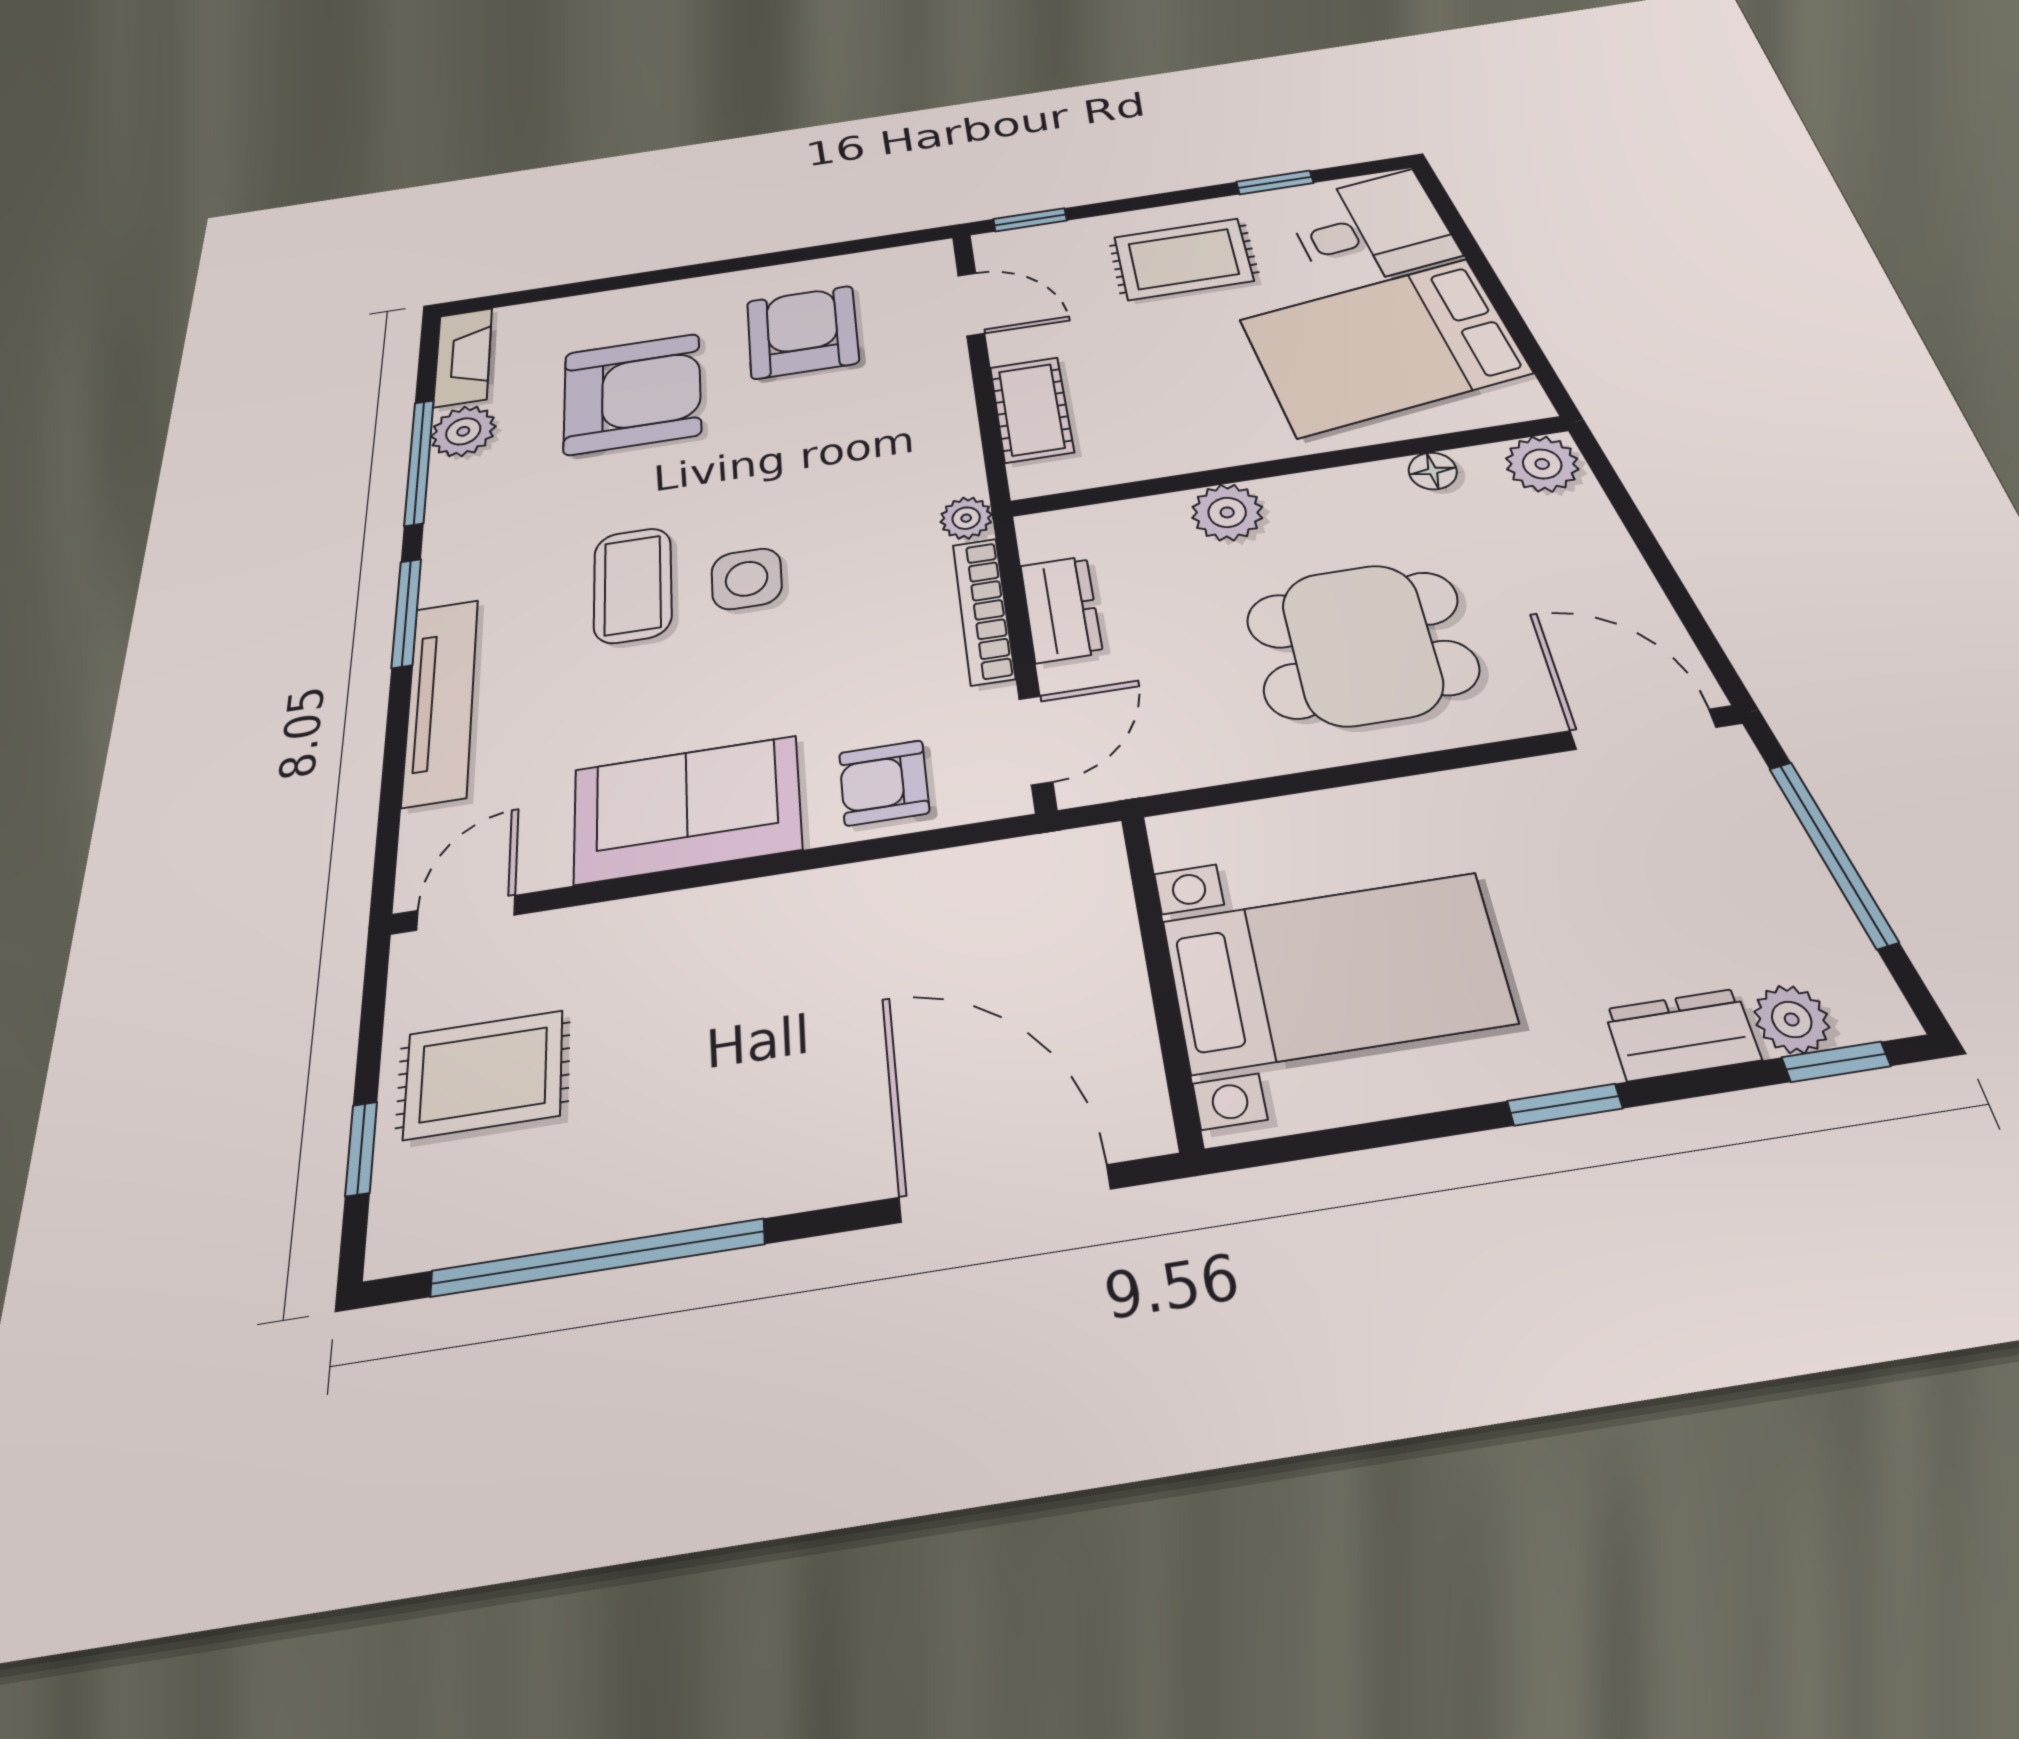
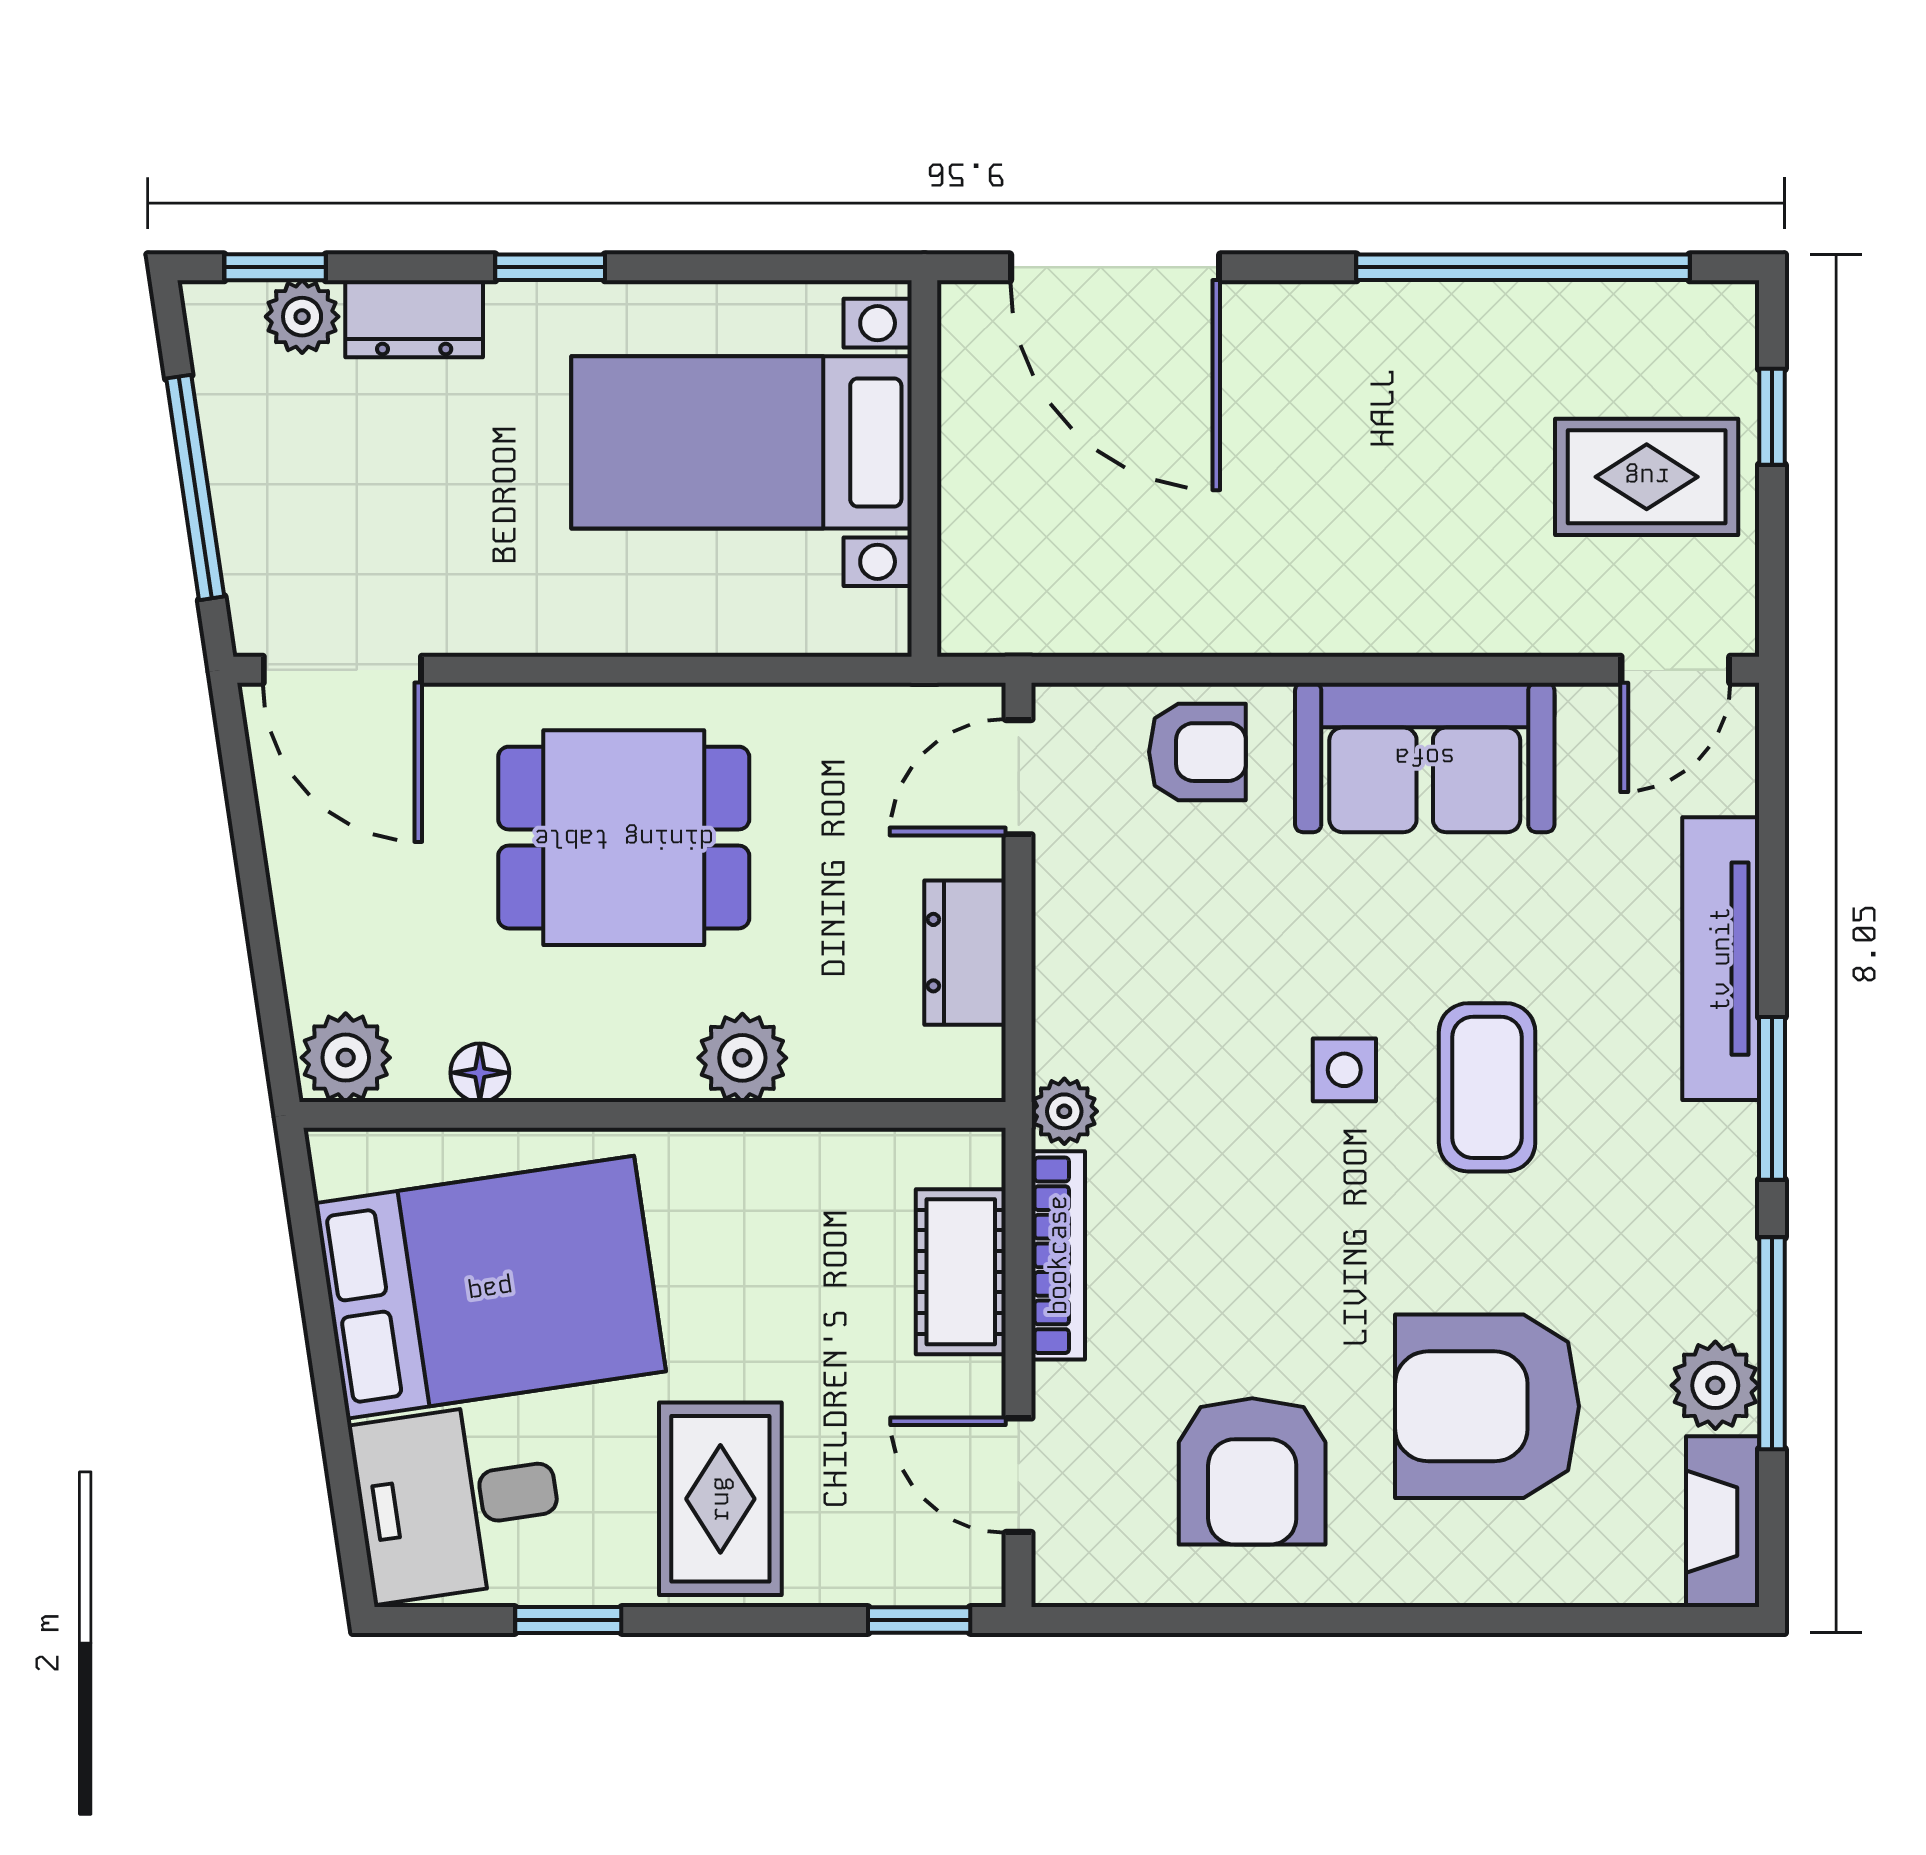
rug: (1183, 259) -> (720, 1499), turned 90
side table: (747, 579) -> (1344, 1070), width x0.73, depth x0.73
bookcase: (984, 611) -> (1058, 1255), moved

